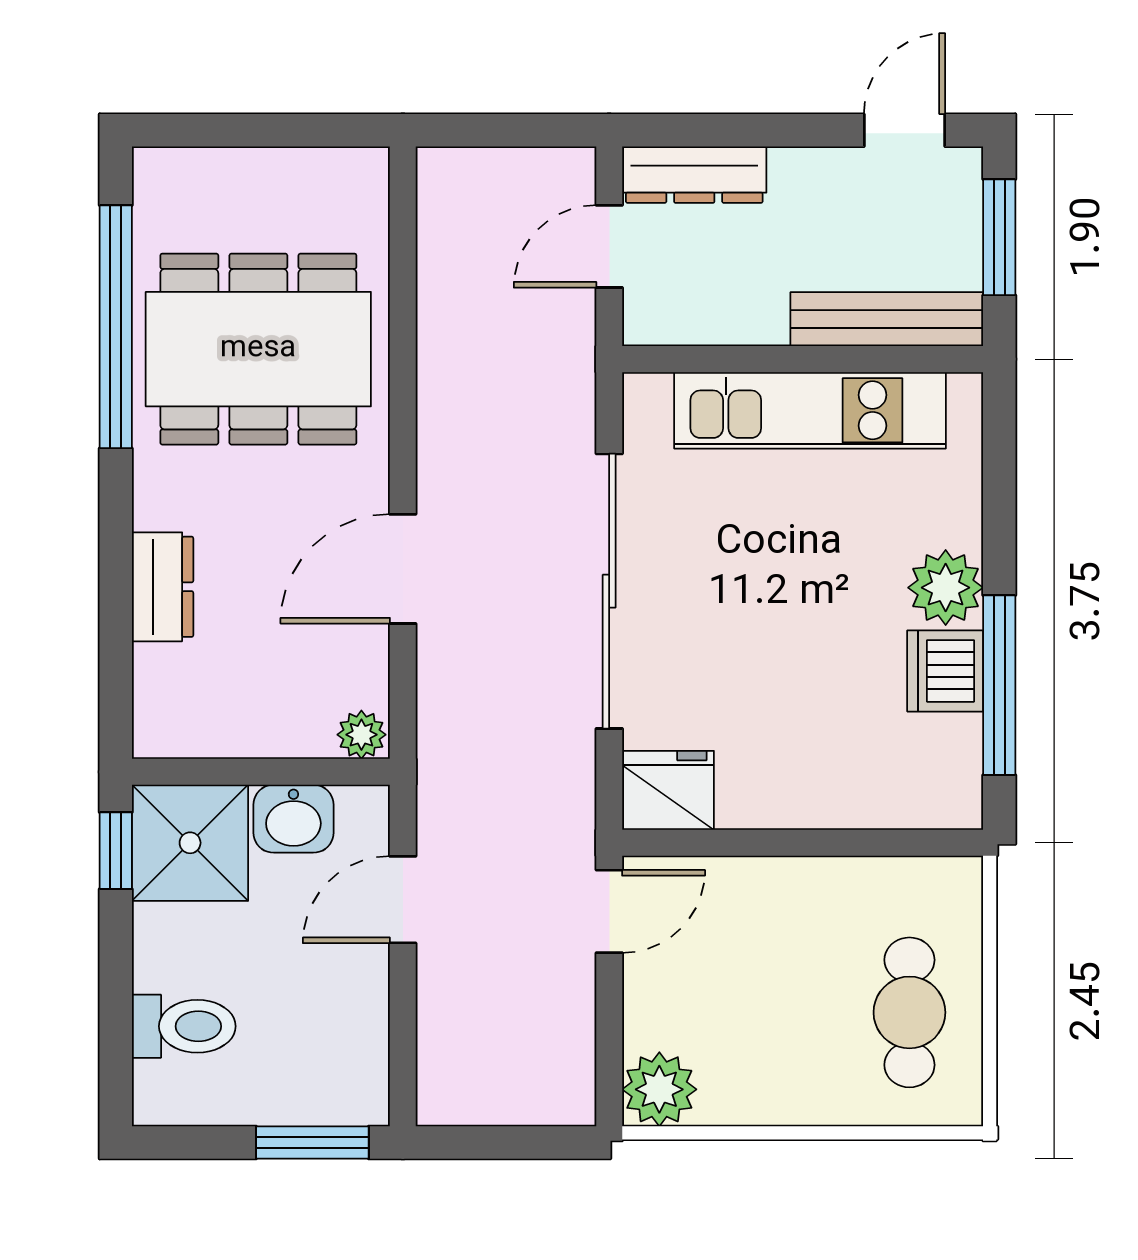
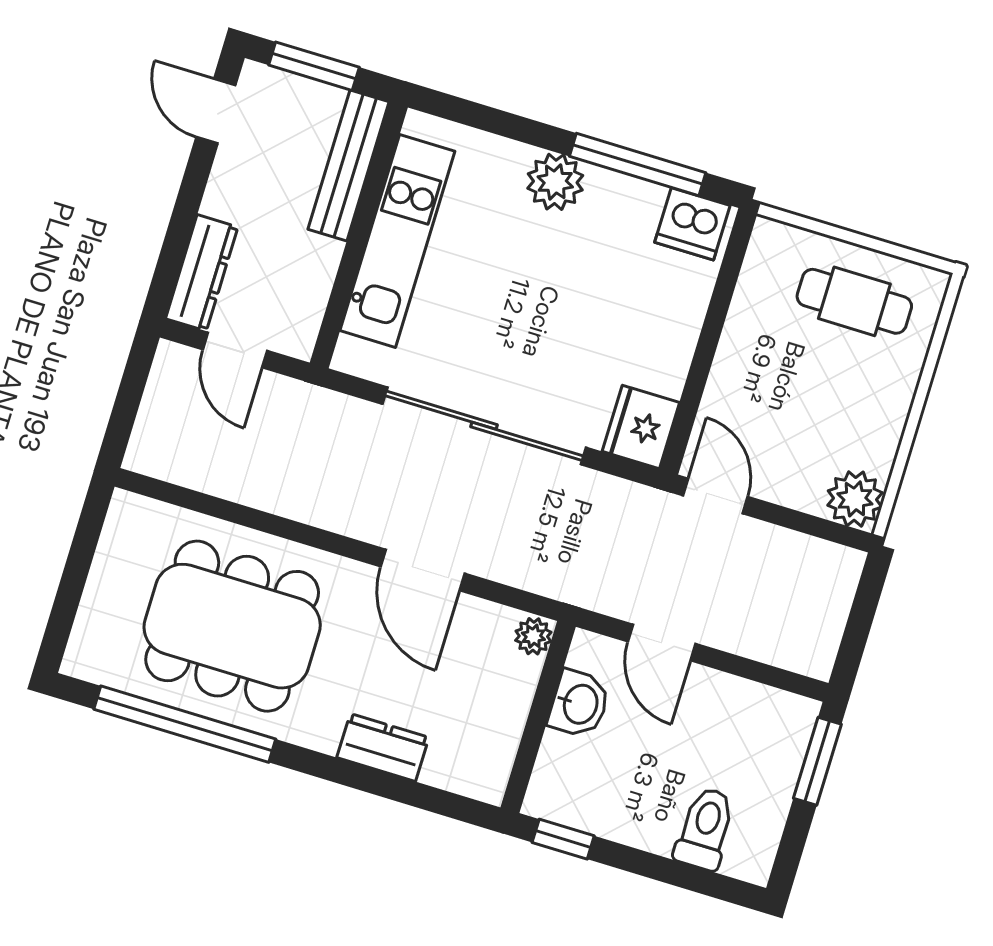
dining table: (258, 349) -> (232, 626), turned 90
dishwasher: (945, 671) -> (692, 224), moved
shower: (190, 843) -> (574, 784), removed

